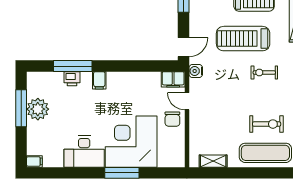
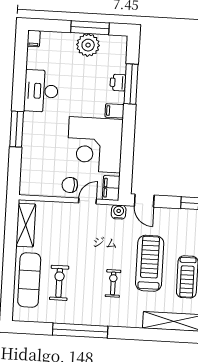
exercise bike: (267, 124) -> (59, 283), turned 180
corner desk: (131, 142) -> (95, 145), moved, turned 180
shelving: (213, 161) -> (26, 225), width x1.50, depth x1.33

